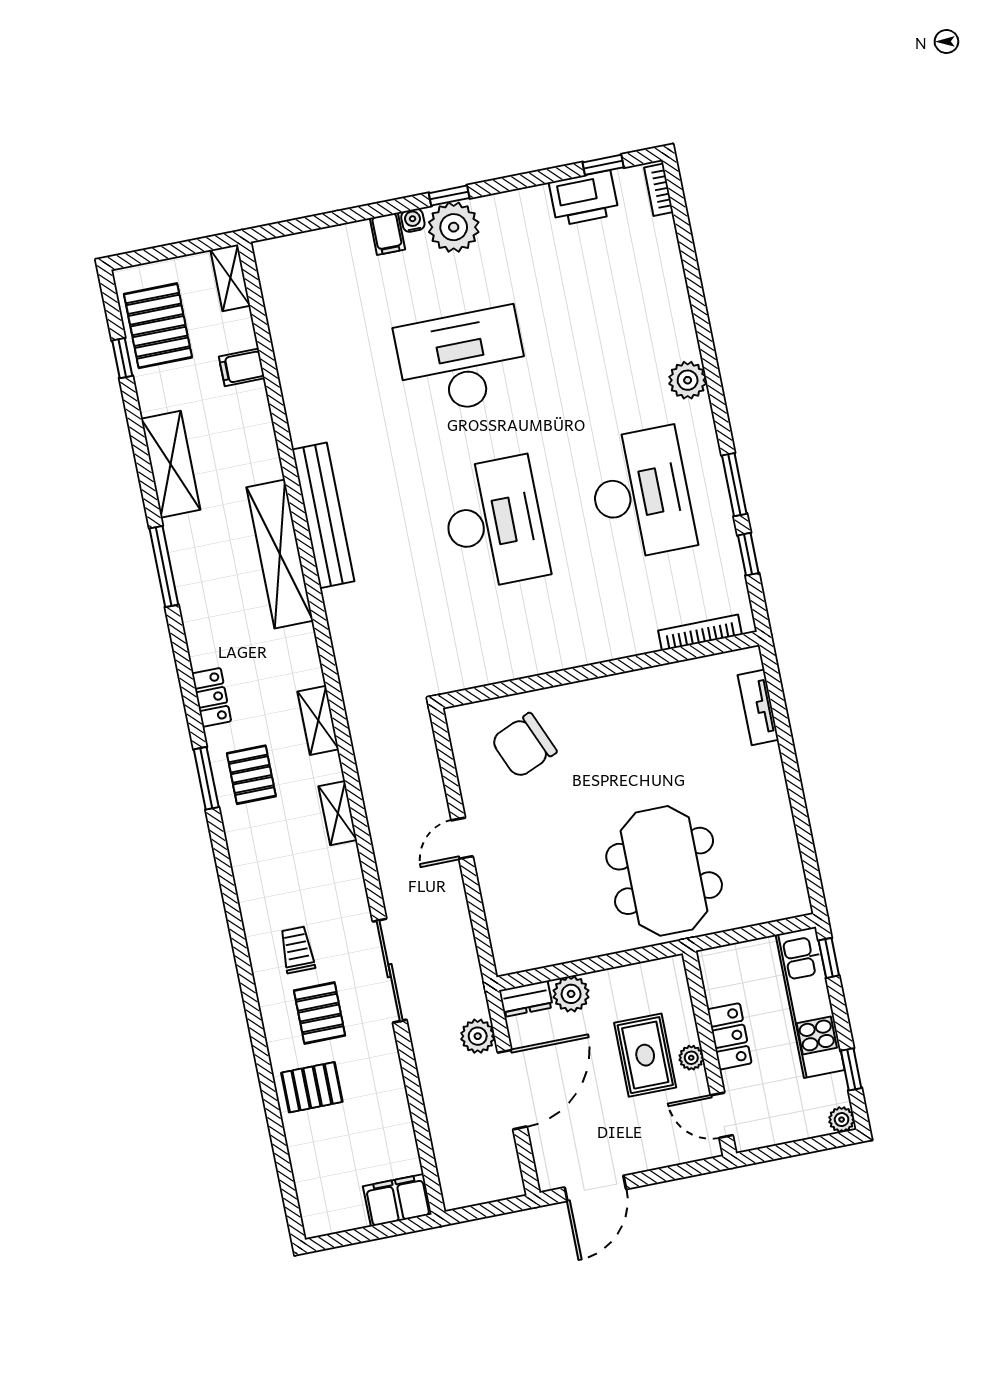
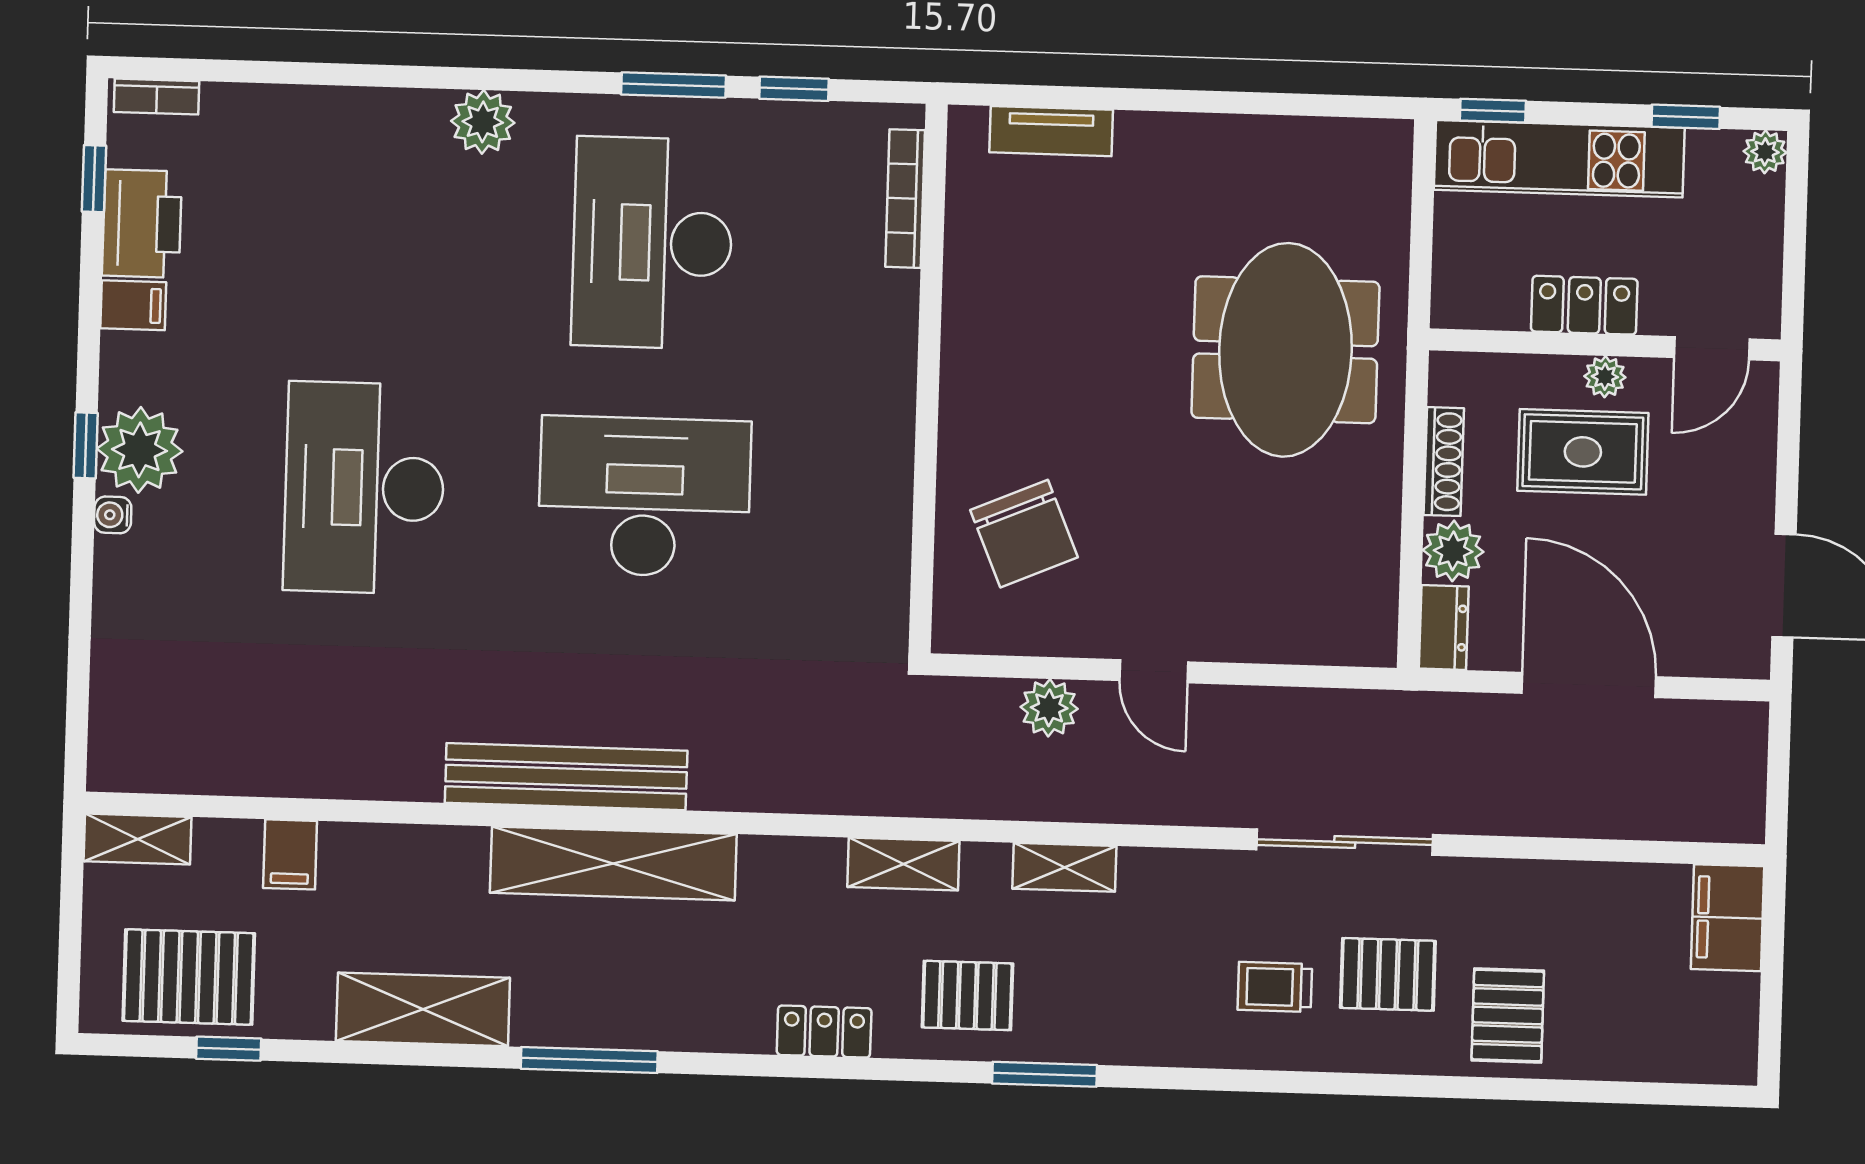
filing cabinet: (387, 234) -> (133, 305), moved
desk: (641, 494) -> (652, 243), turned -90
window: (206, 778) -> (1045, 1074), moved
meeting table: (664, 871) -> (1285, 350), turned 90
shoe rack: (621, 977) -> (1444, 462), added
plant: (478, 1036) -> (1049, 708), moved

